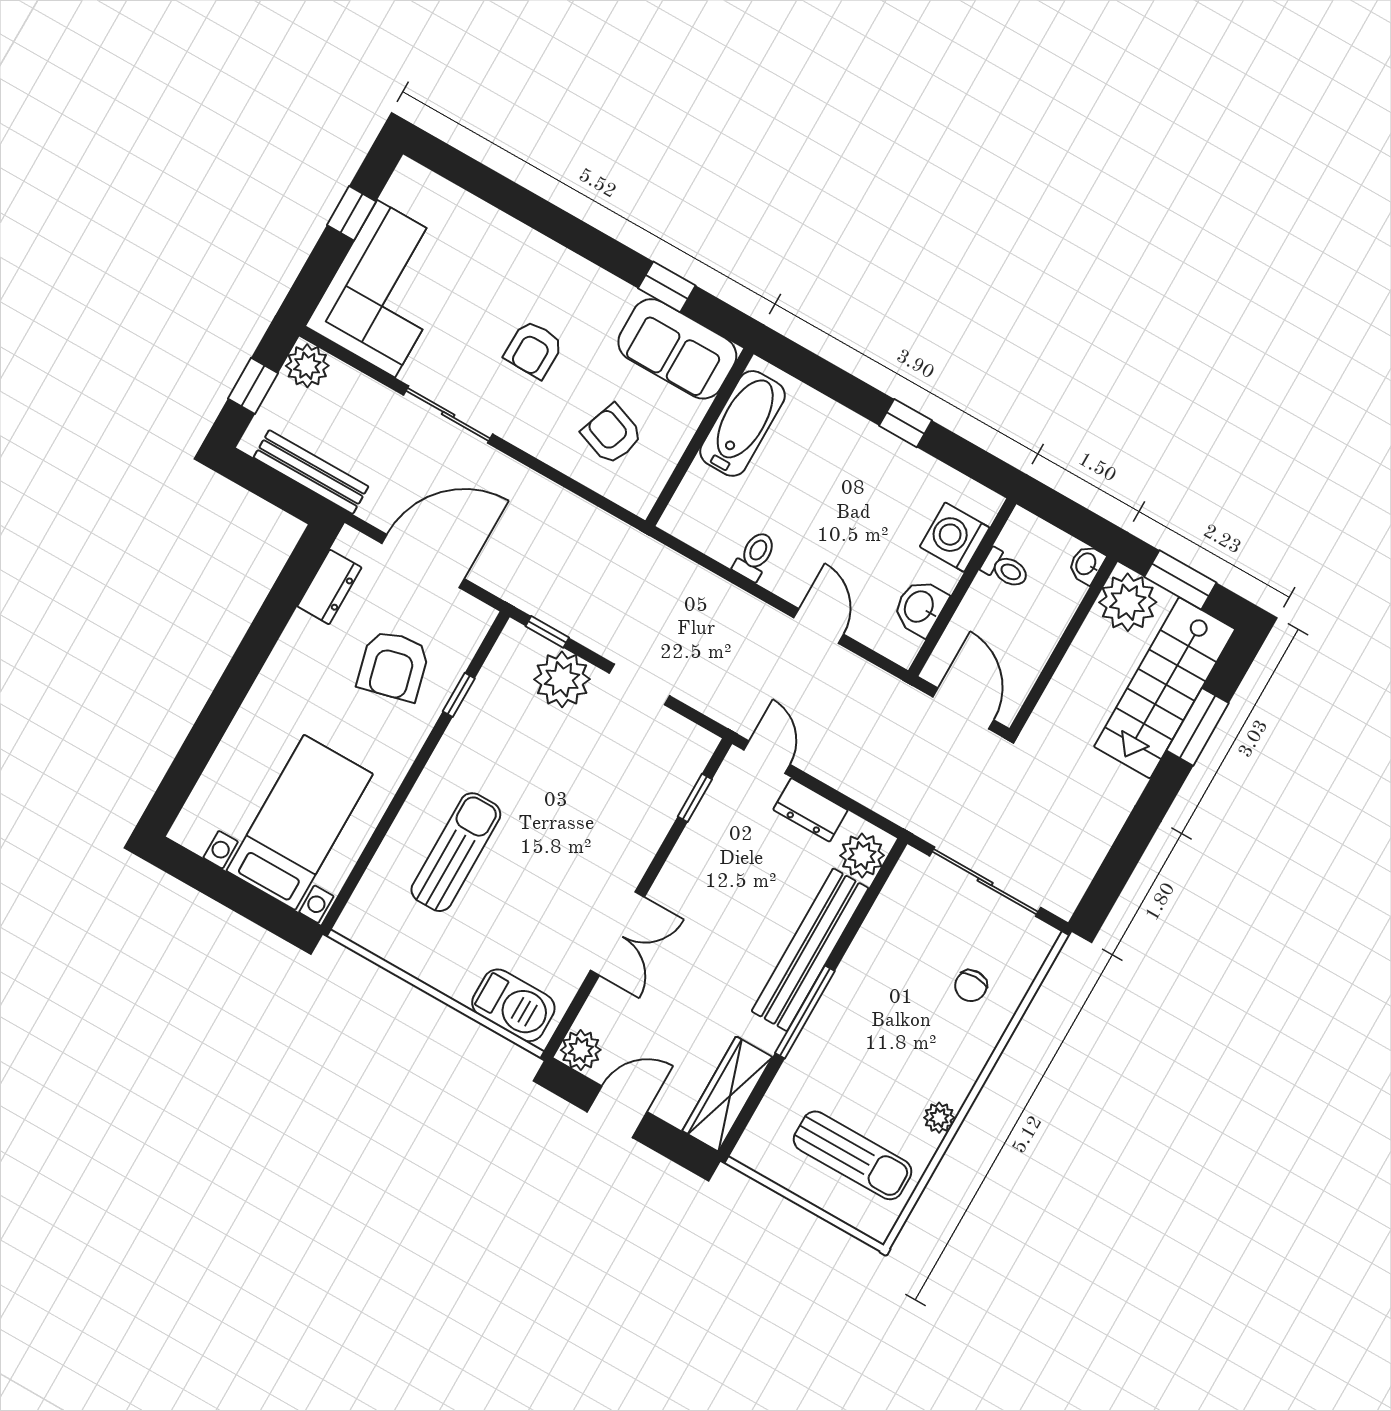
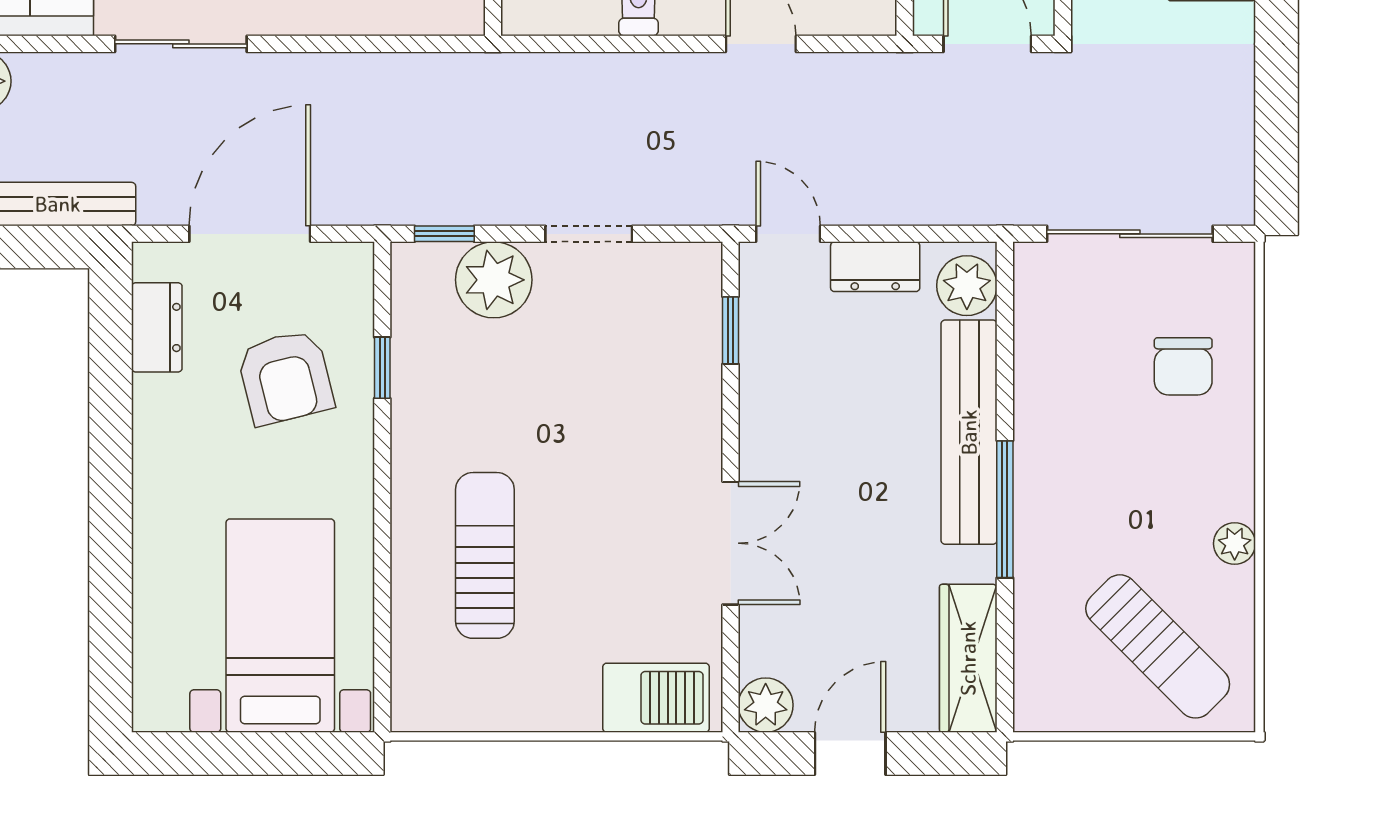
chair: (971, 986) -> (1183, 366), width x1.37, depth x1.37
sun lounger: (853, 1155) -> (1158, 646), turned 45

